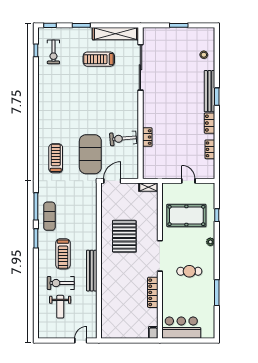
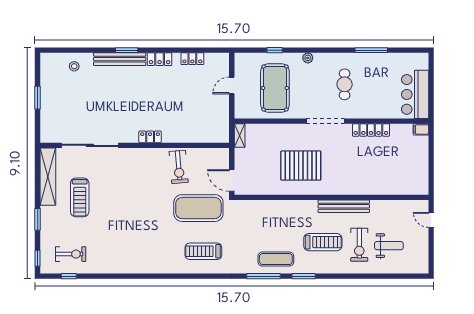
locker: (147, 137) -> (150, 137), moved

